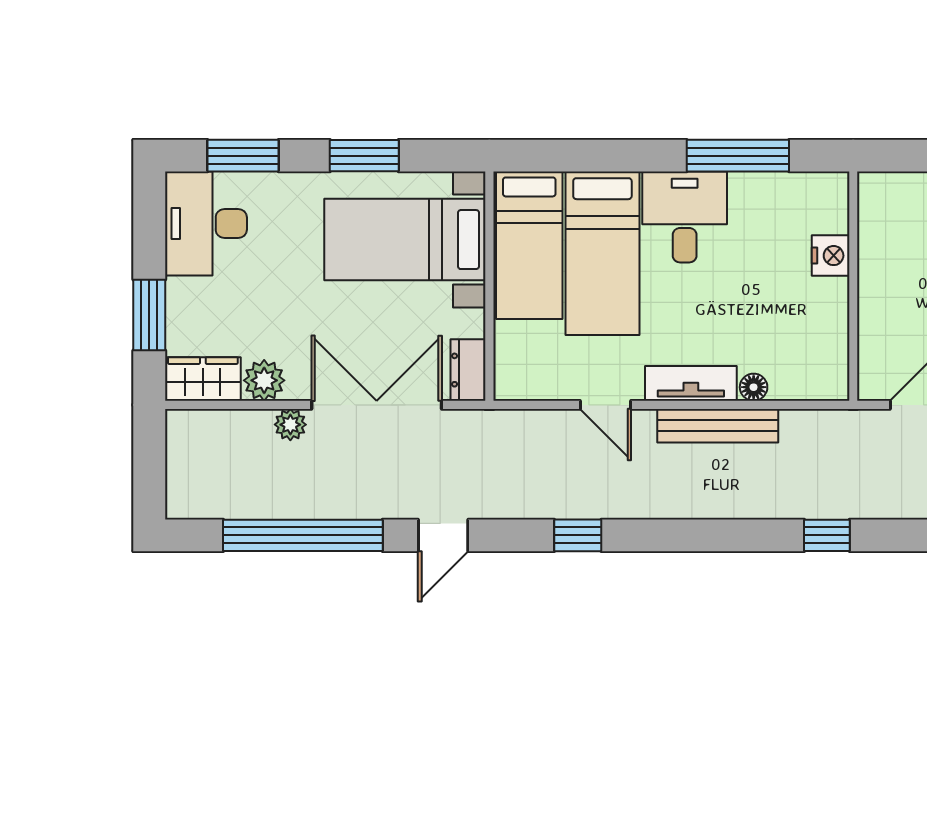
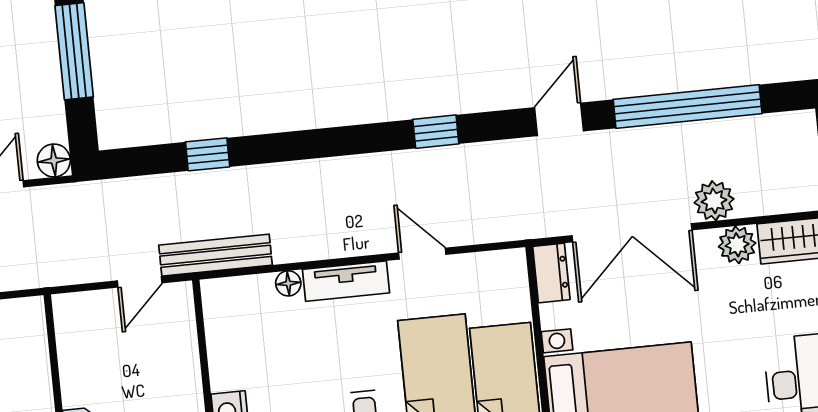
plant: (290, 425) -> (714, 201), width x1.38, depth x1.38
bench: (718, 426) -> (215, 255), moved

